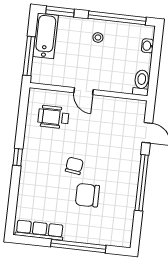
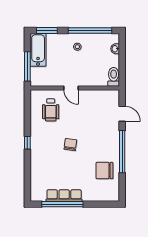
wheelchair: (53, 117) -> (51, 110), turned -90
chair: (87, 195) -> (105, 171), moved
row of seats: (40, 230) -> (64, 196), moved
window: (78, 246) -> (62, 204), moved

